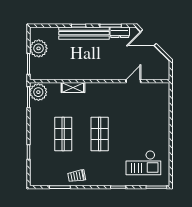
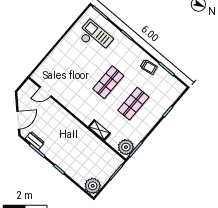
bench: (84, 33) -> (60, 161), removed
door: (148, 38) -> (18, 120), hinge flipped
plant: (39, 48) -> (93, 186), moved
door: (133, 81) -> (45, 92), moved

